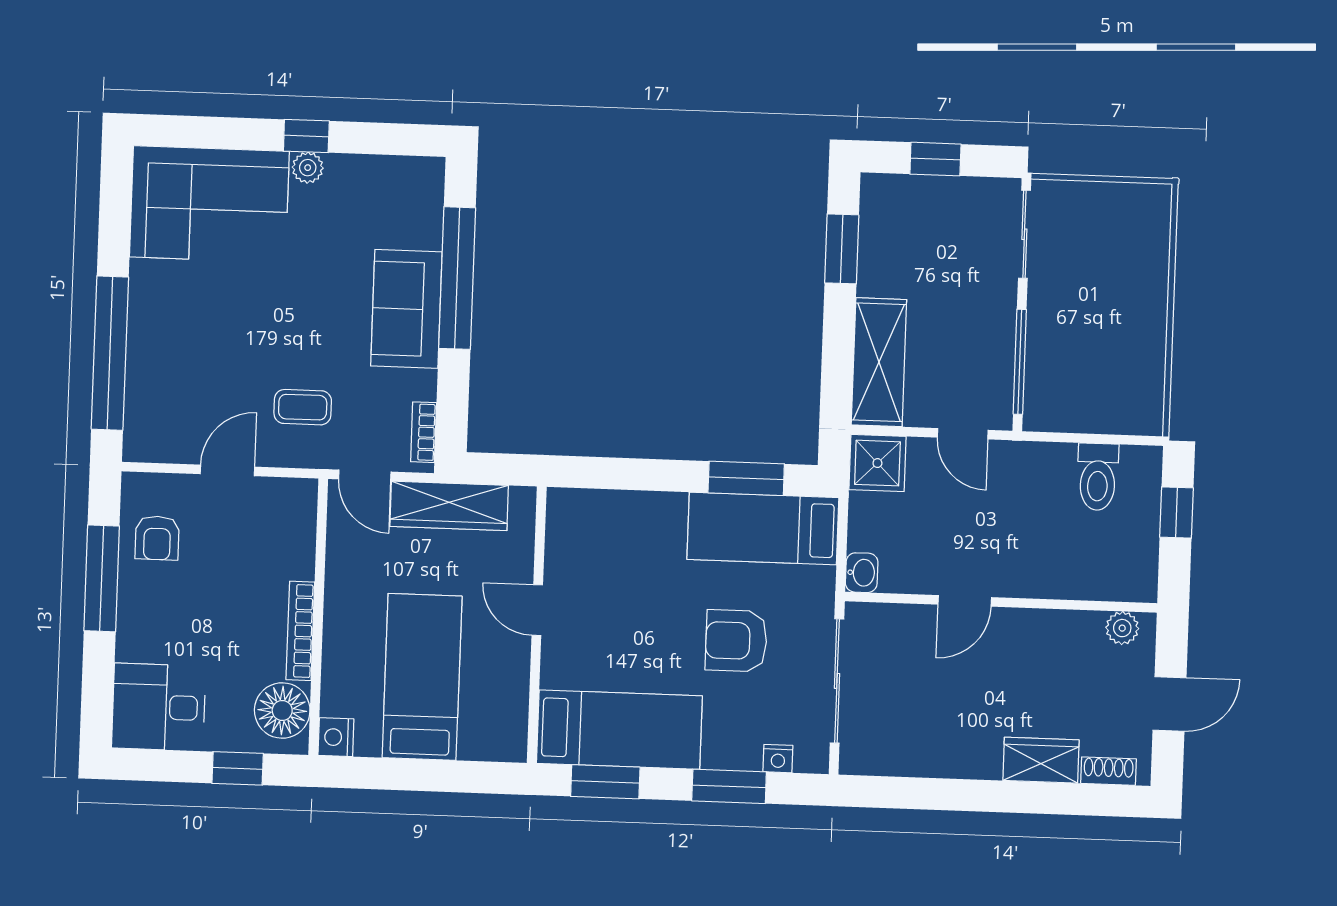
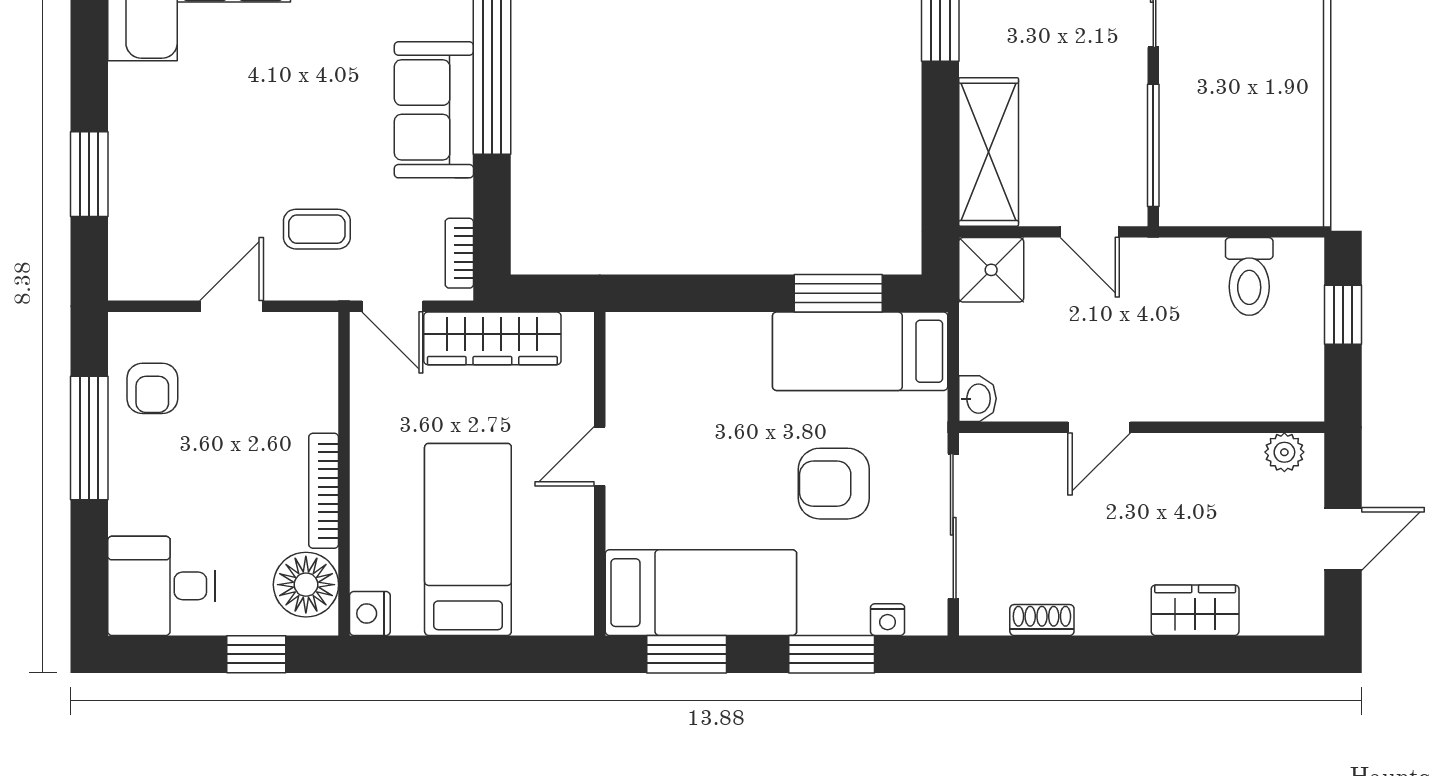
window: (110, 353) -> (89, 174), width x0.47
door: (537, 610) -> (600, 456), hinge flipped
shoe rack: (1109, 771) -> (1042, 620), moved

